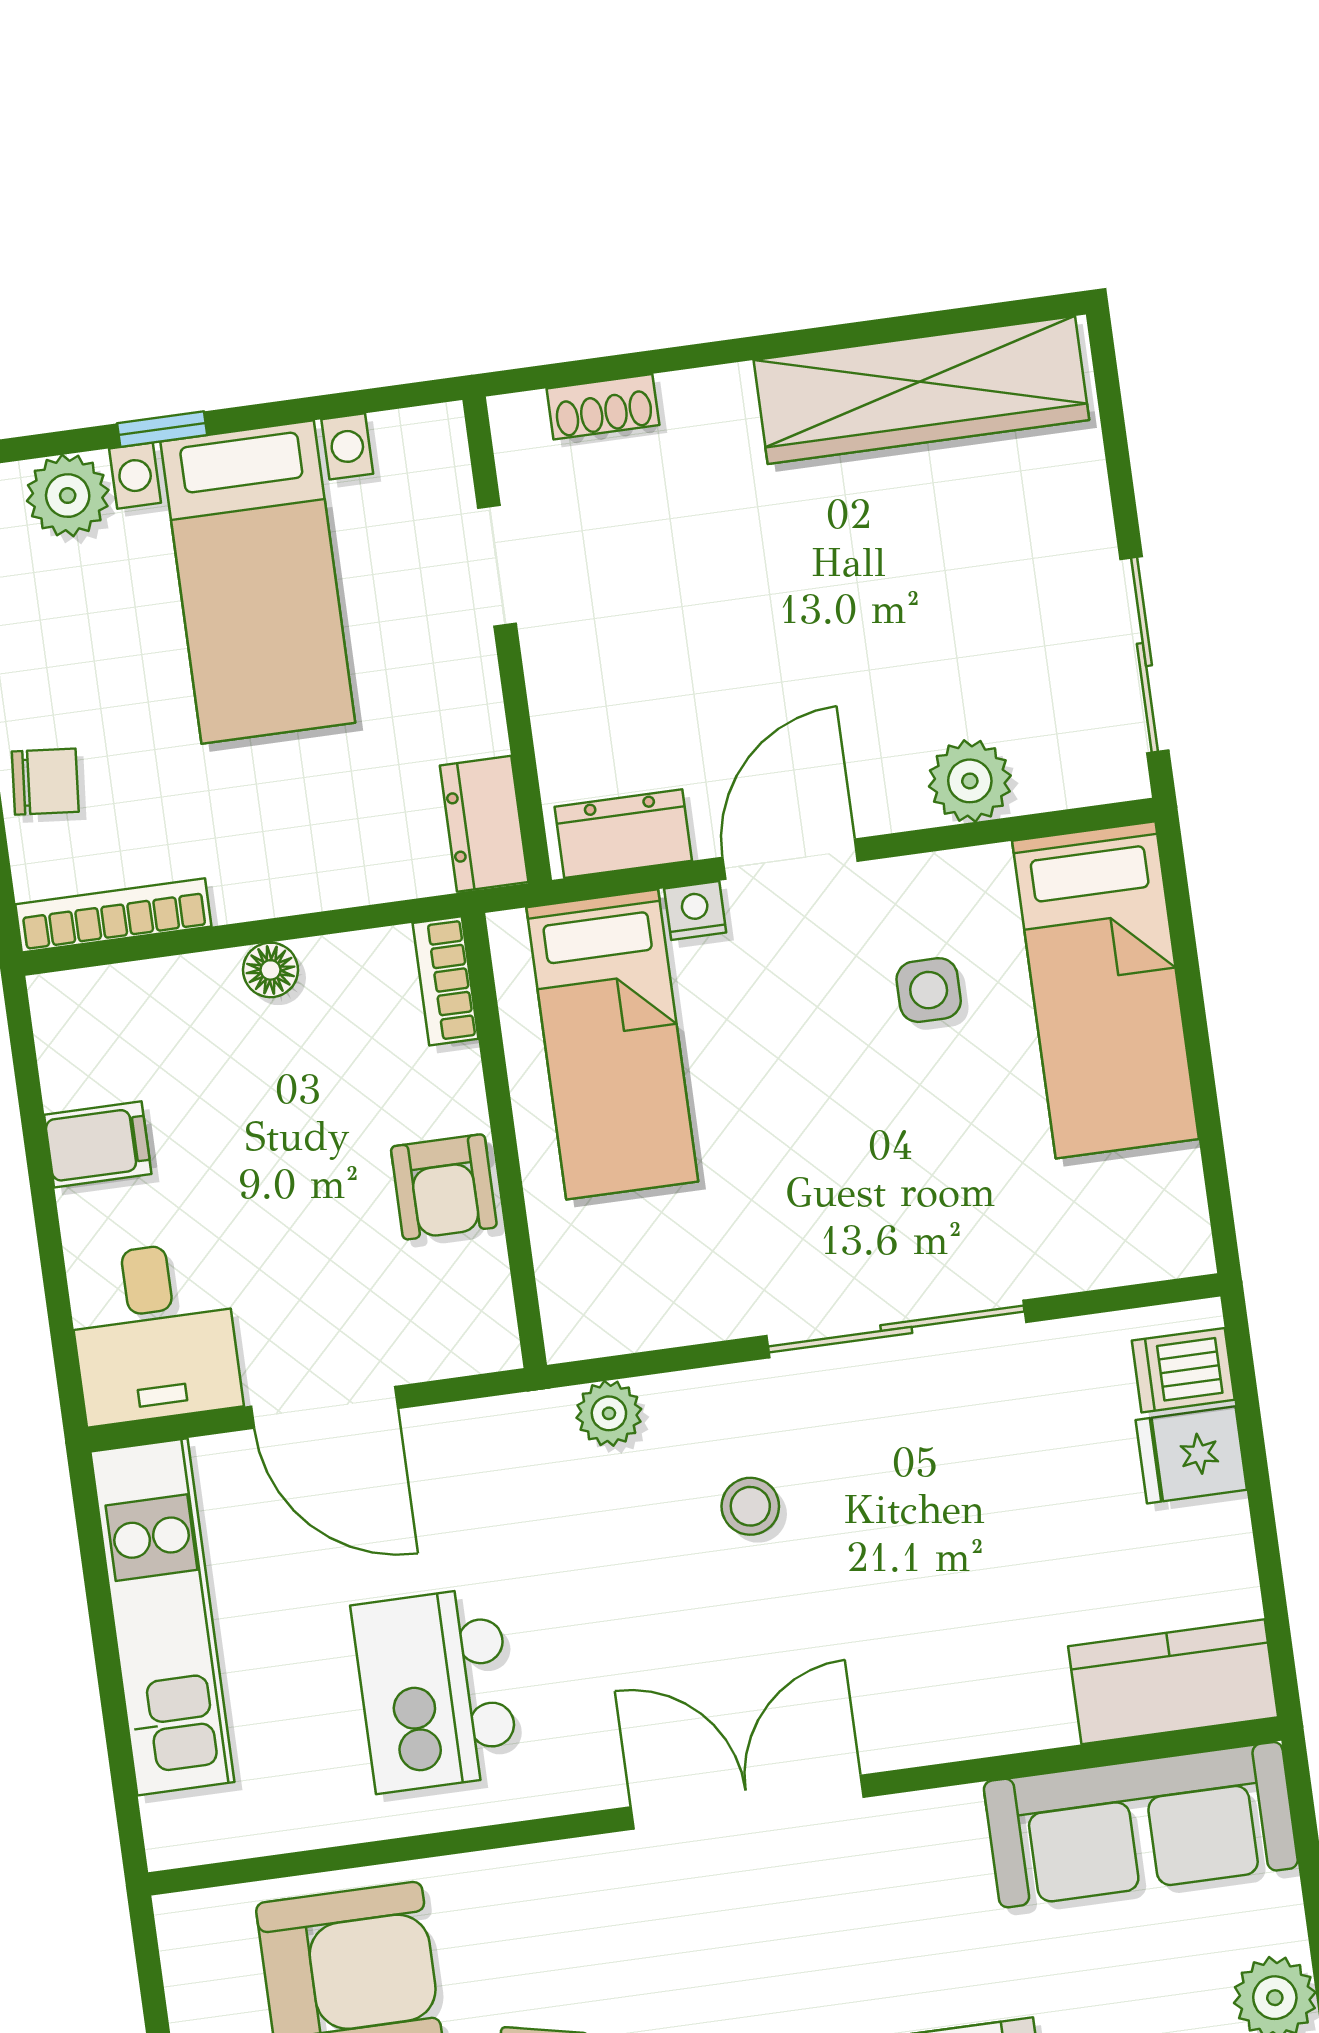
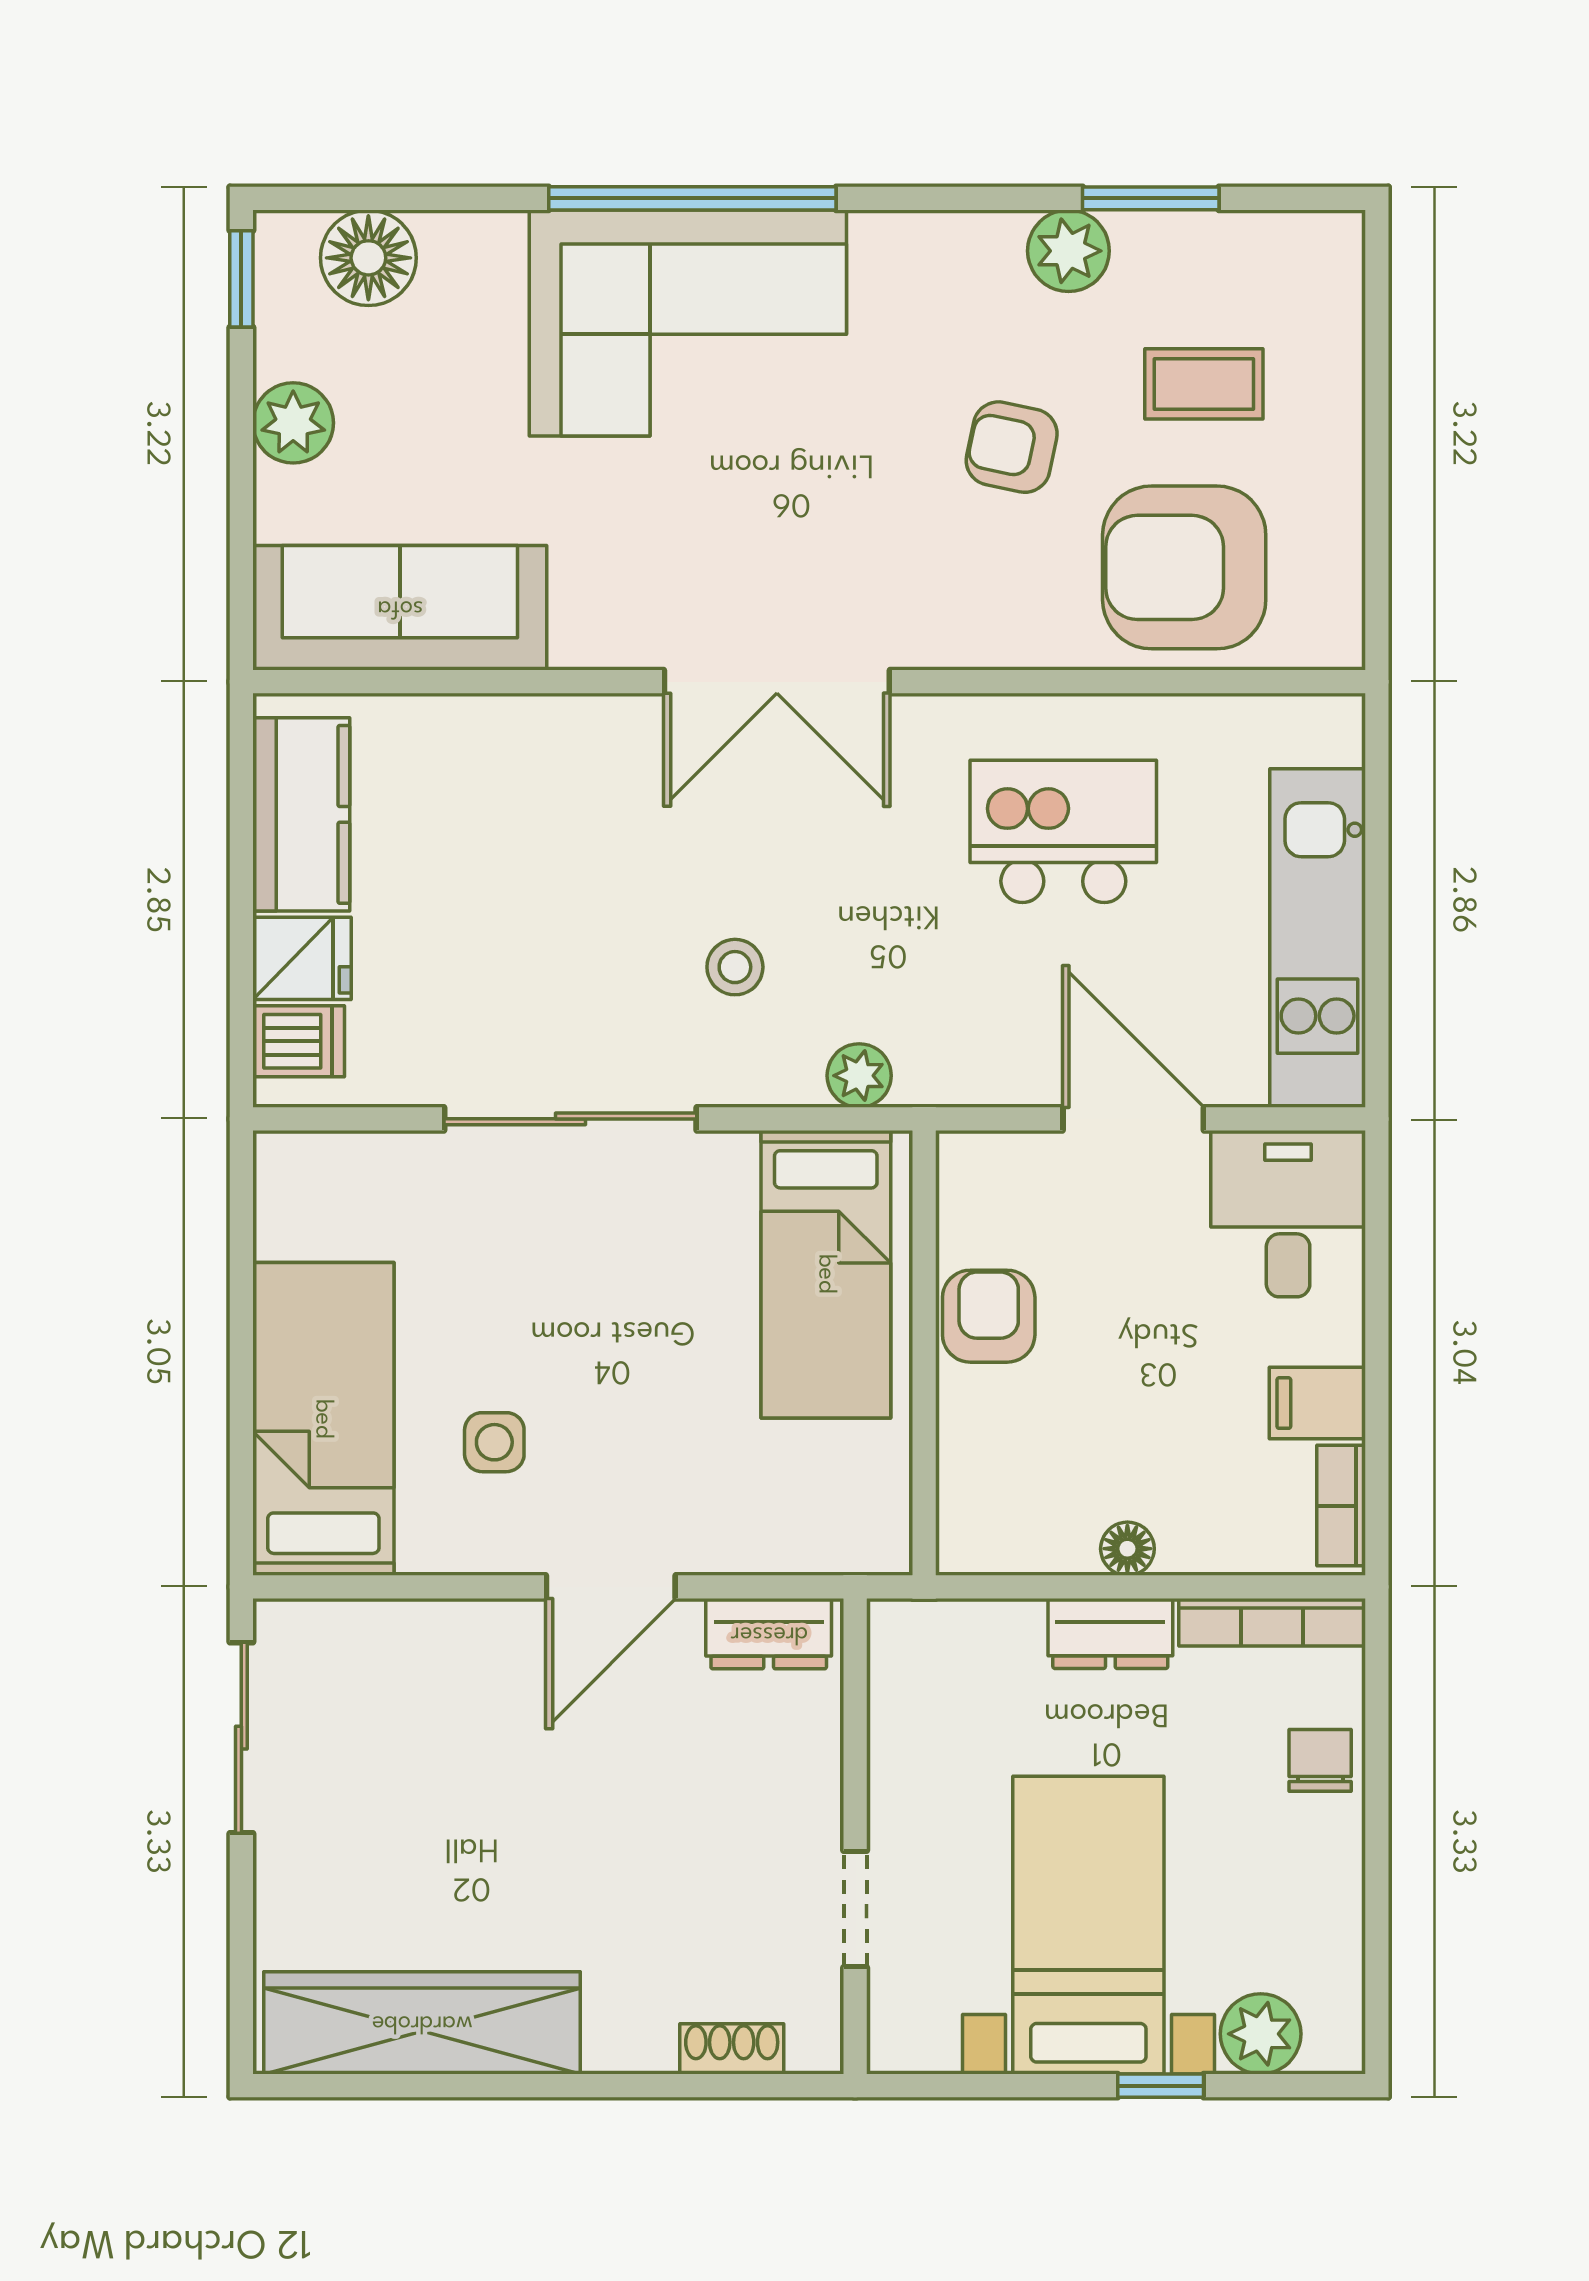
plant: (970, 781) -> (427, 1639), removed
chair: (45, 782) -> (1320, 1760), turned 85
dresser: (484, 824) -> (1110, 1633), moved, turned 90
nightstand: (695, 910) -> (709, 1550), removed
bookcase: (445, 981) -> (1341, 1506), moved, turned 180
bed: (612, 1044) -> (826, 1274), moved, turned 180
kitchen counter: (1173, 1682) -> (301, 814), moved, turned -90
kitchen island: (436, 1690) -> (1063, 831), turned -90

